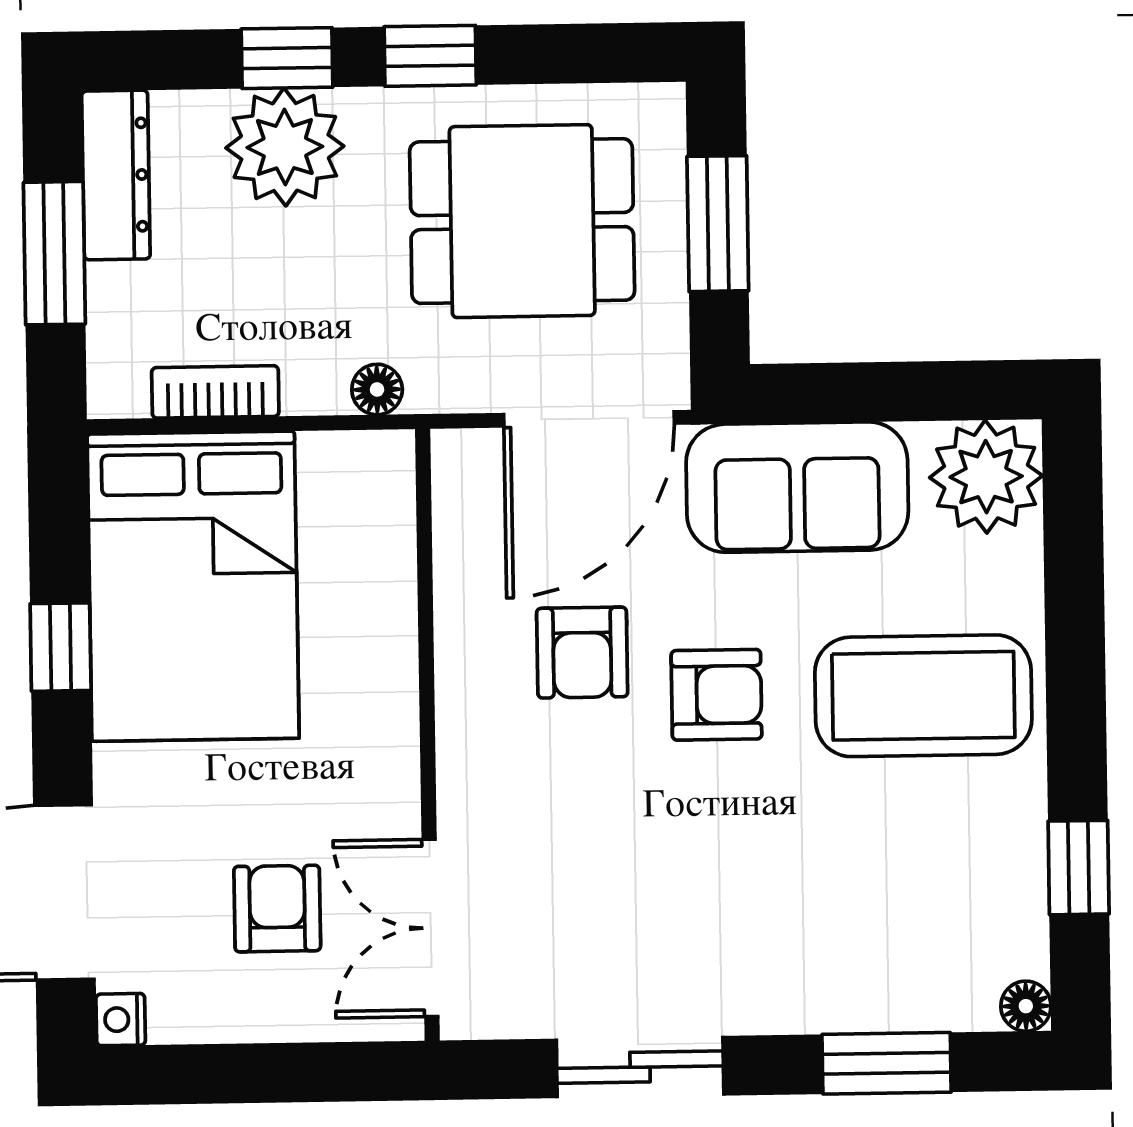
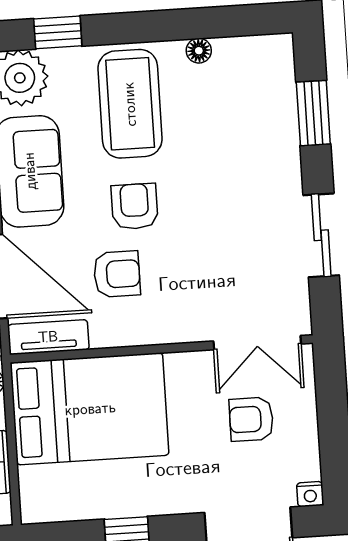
tv unit: (462, 509) -> (48, 337), added
bed: (193, 586) -> (90, 409), moved
window: (1079, 868) -> (58, 32), moved
floor lamp: (1026, 1006) -> (199, 51), moved

